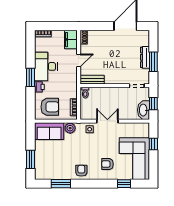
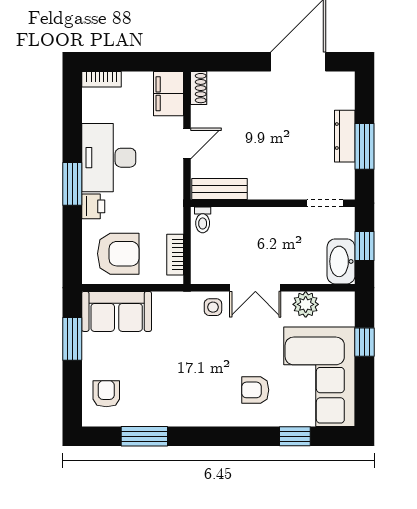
double door: (107, 121) -> (255, 288), swing flipped
plant: (70, 128) -> (306, 304), moved
window: (30, 159) -> (72, 339), moved
armchair: (81, 171) -> (106, 394), moved

